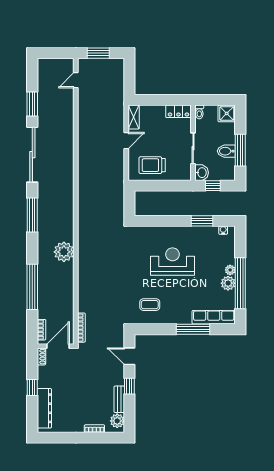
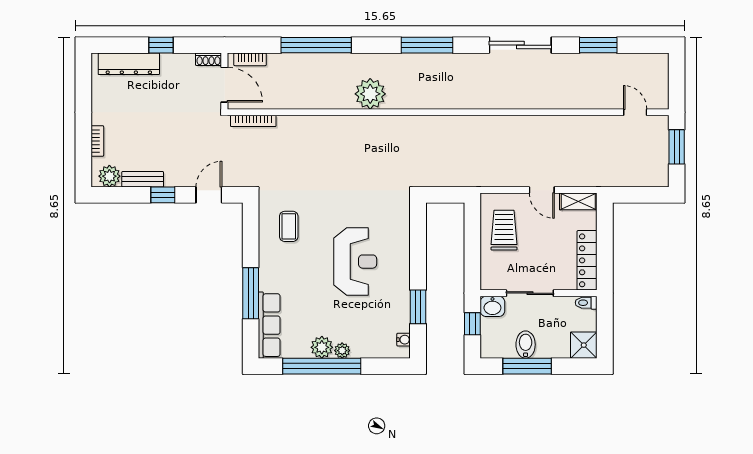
locker: (178, 111) -> (587, 260), width x1.53
sliding door: (32, 155) -> (520, 45), width x0.73

